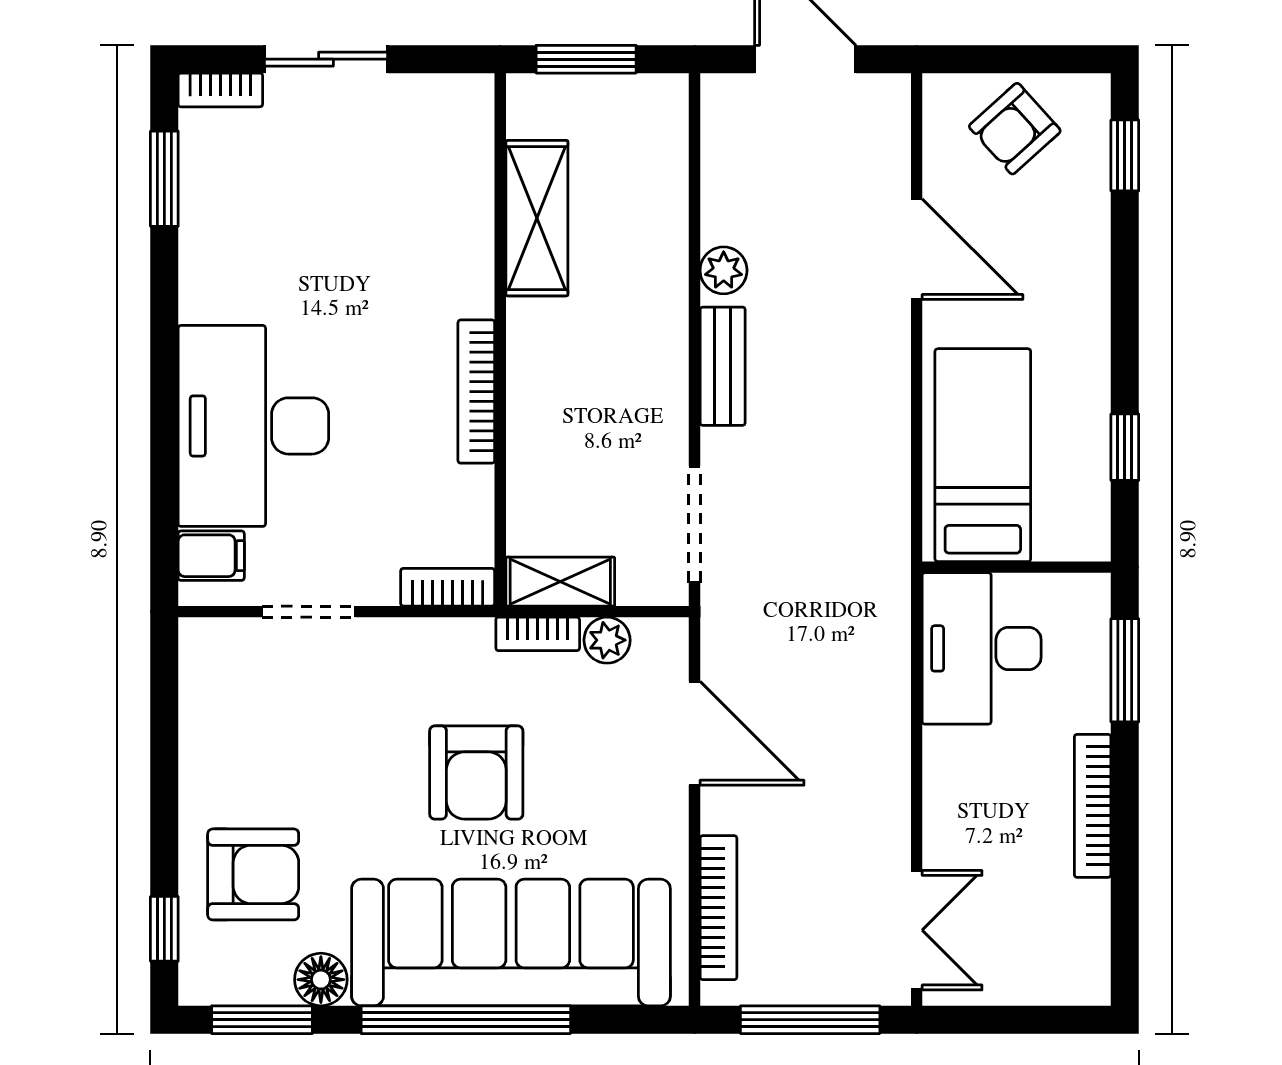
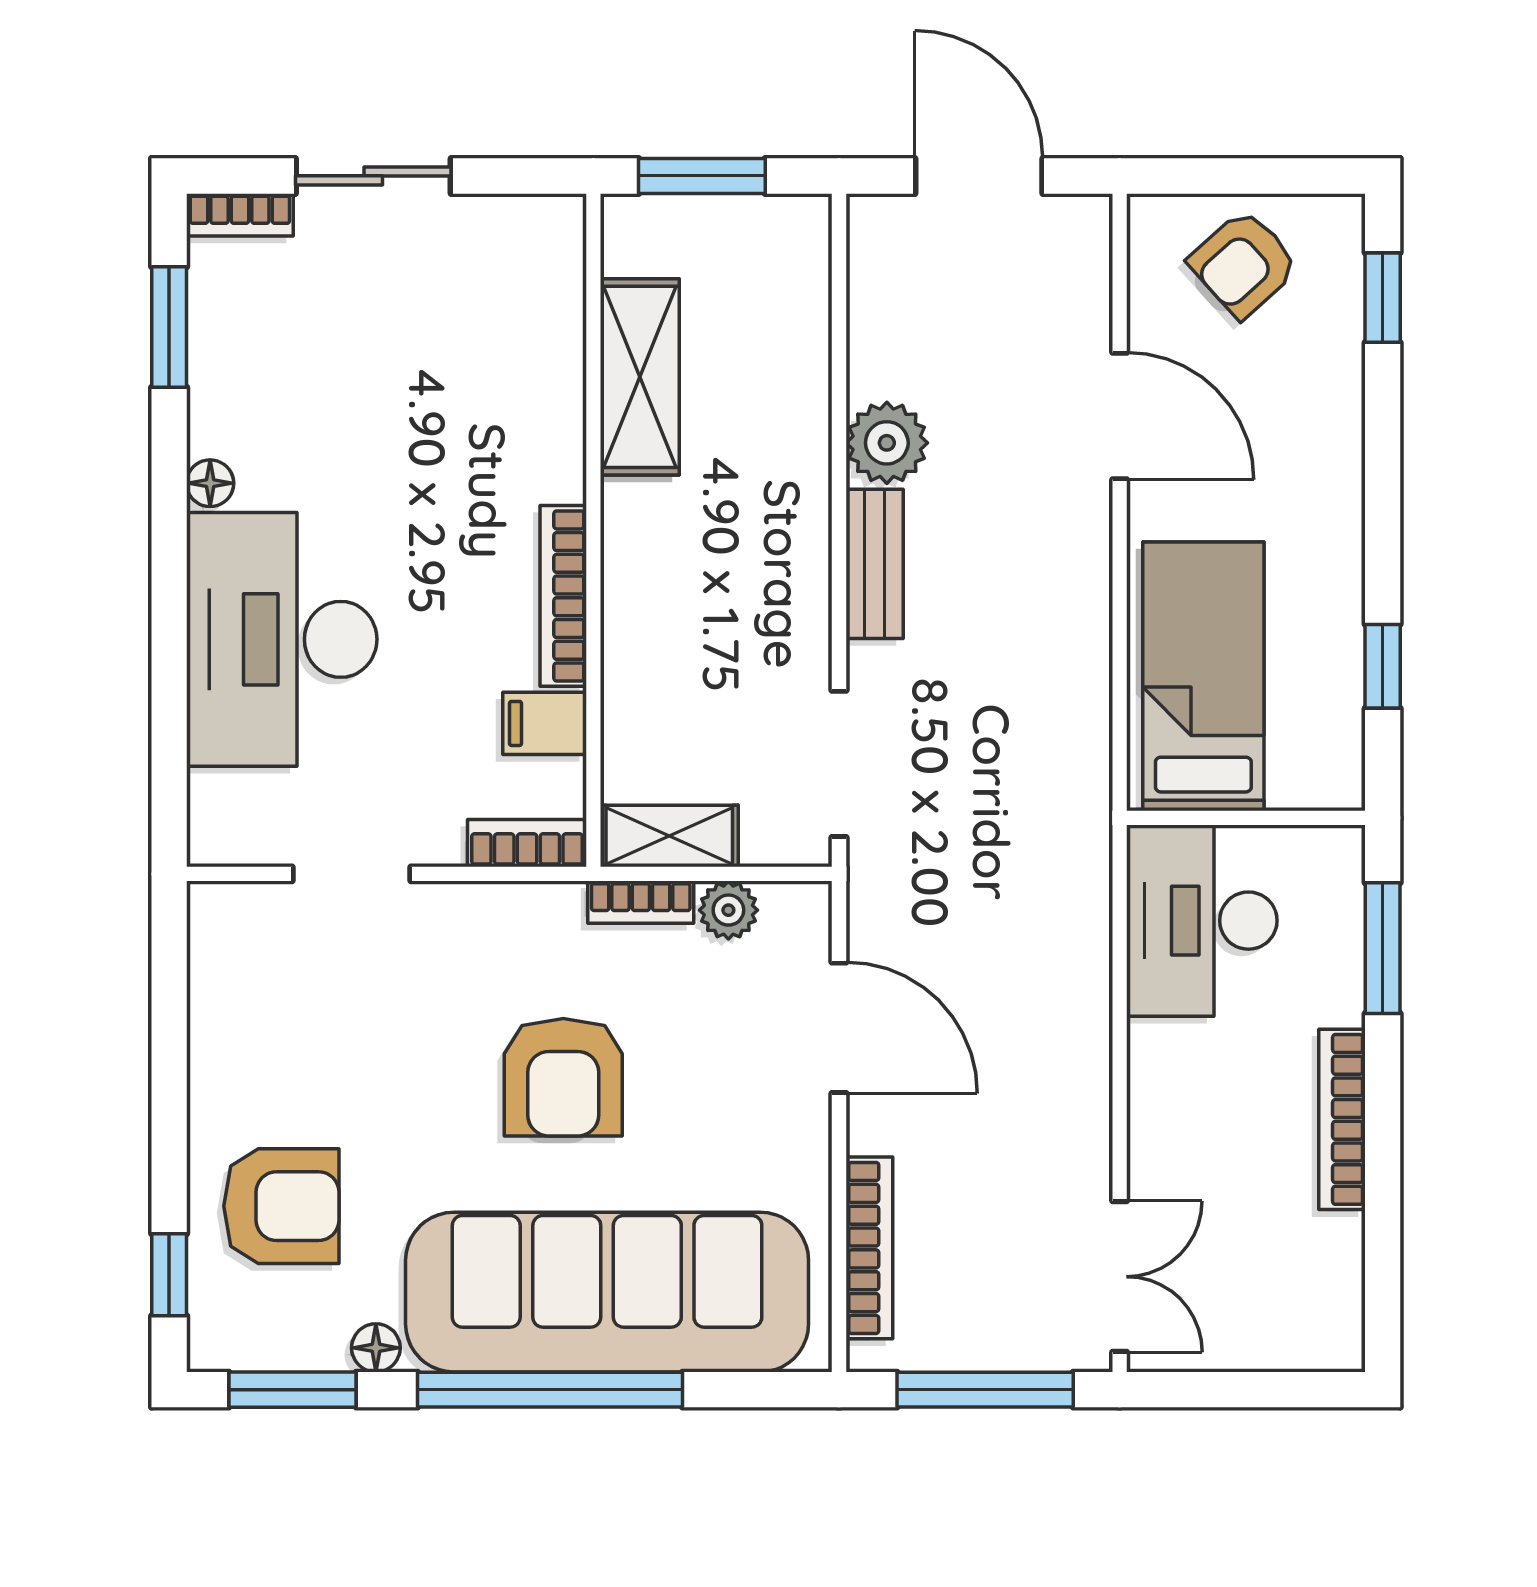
plant: (724, 270) -> (887, 443), width x1.38, depth x1.38
floor lamp: (197, 302) -> (210, 483), added
filing cabinet: (211, 556) -> (545, 723), moved, turned 180
floor lamp: (321, 980) -> (376, 1348), width x0.73, depth x0.73

